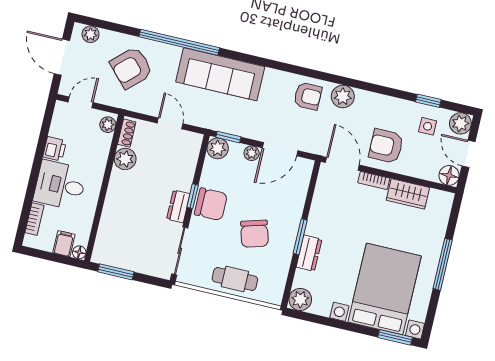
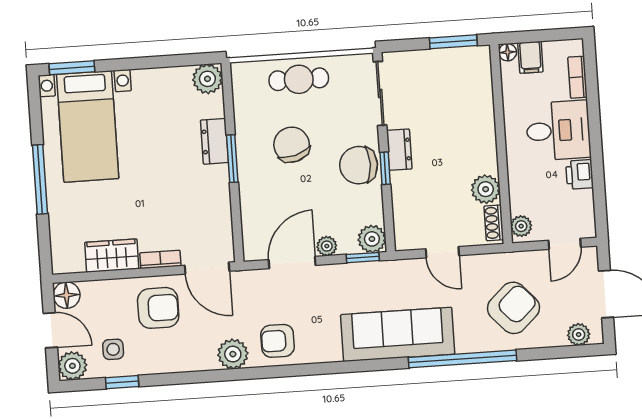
bed with nightstands: (385, 289) -> (88, 126), width x0.73

